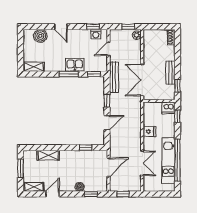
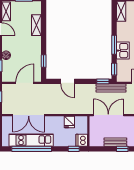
window: (177, 86) -> (122, 149), moved
window: (107, 101) -> (103, 81), moved
fridge: (149, 131) -> (69, 122), moved
double door: (142, 163) -> (29, 115), width x1.37
door: (108, 167) -> (25, 83), swing flipped

